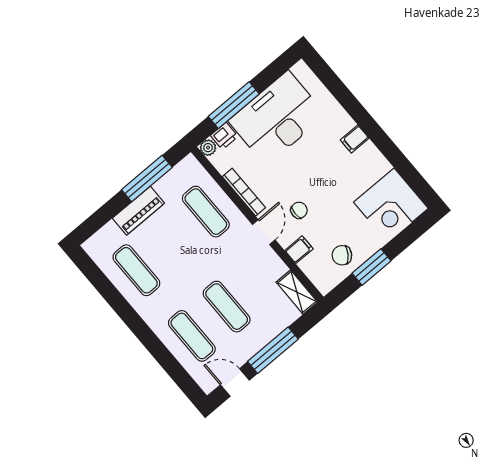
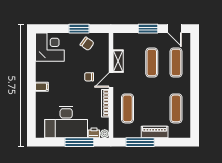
filing cabinet: (299, 250) -> (103, 61), removed
shelving: (297, 292) -> (118, 61), moved
window: (273, 350) -> (148, 29), width x0.69

